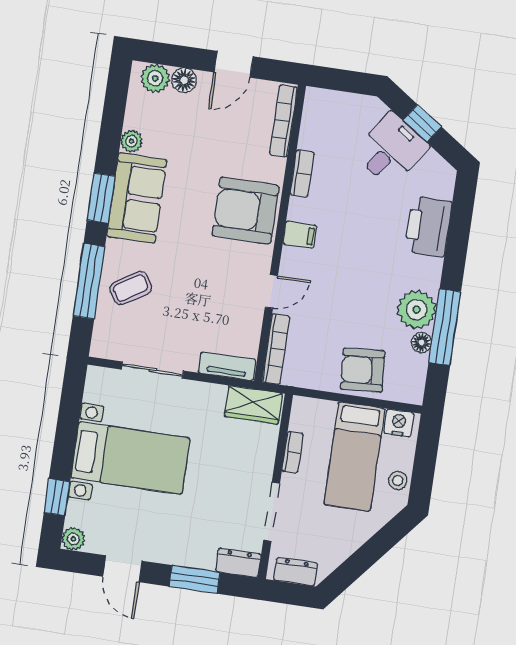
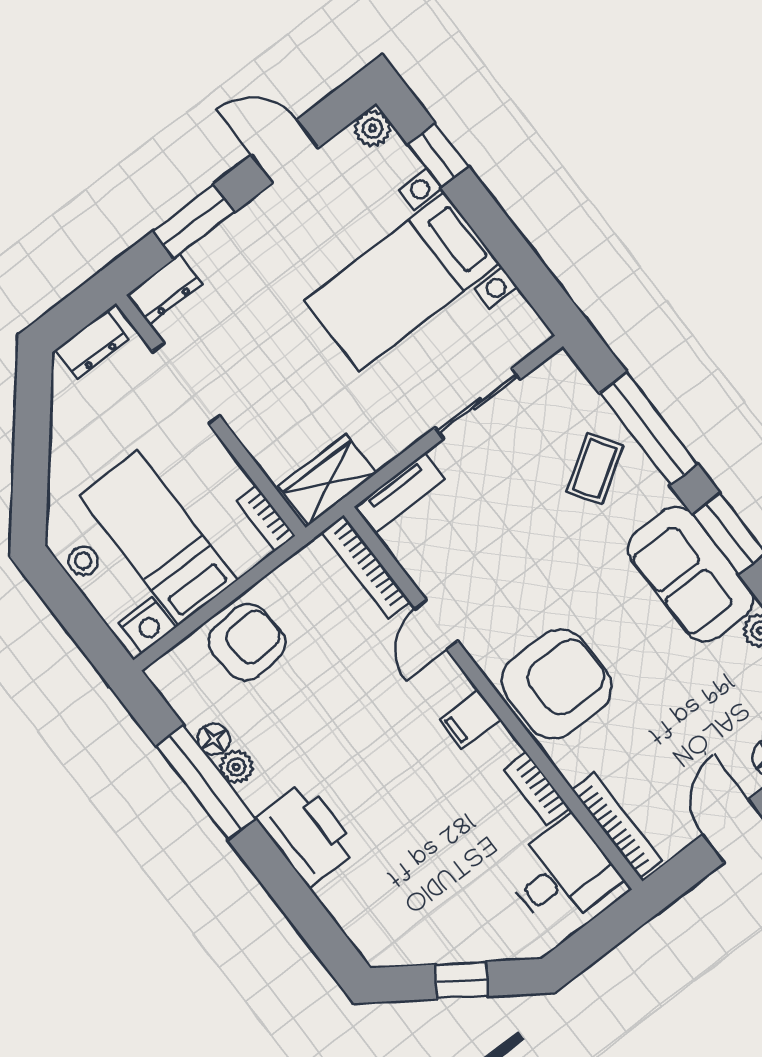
desk: (391, 150) -> (562, 874), moved, turned -125
printer: (428, 226) -> (307, 834), moved
plant: (417, 310) -> (236, 767), width x0.53, depth x0.53
bookcase: (293, 452) -> (266, 518), moved

